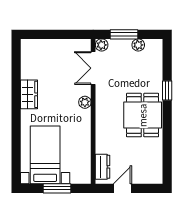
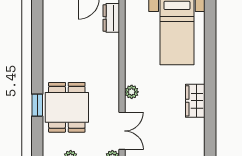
dining table: (143, 115) -> (67, 107), moved

